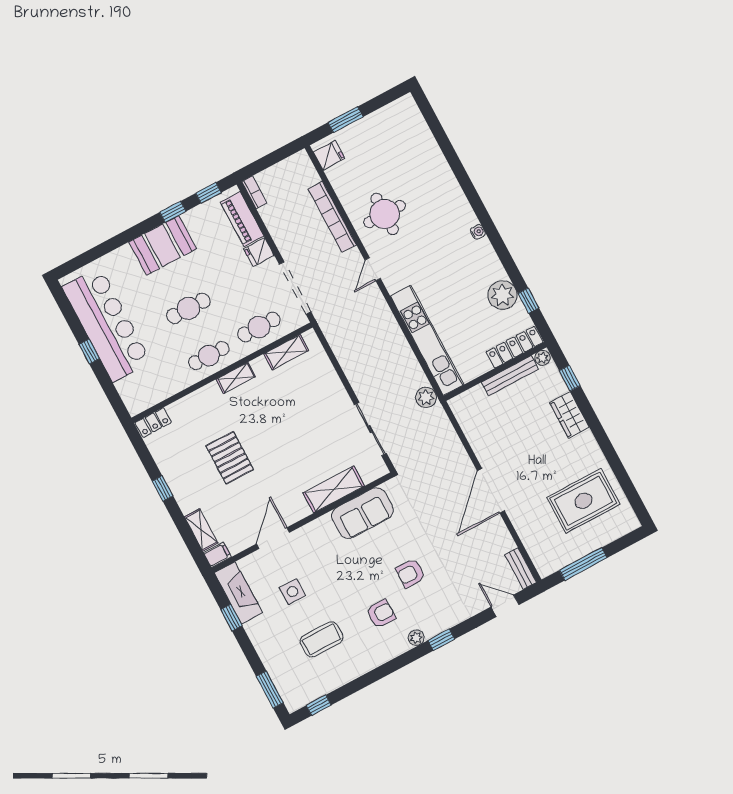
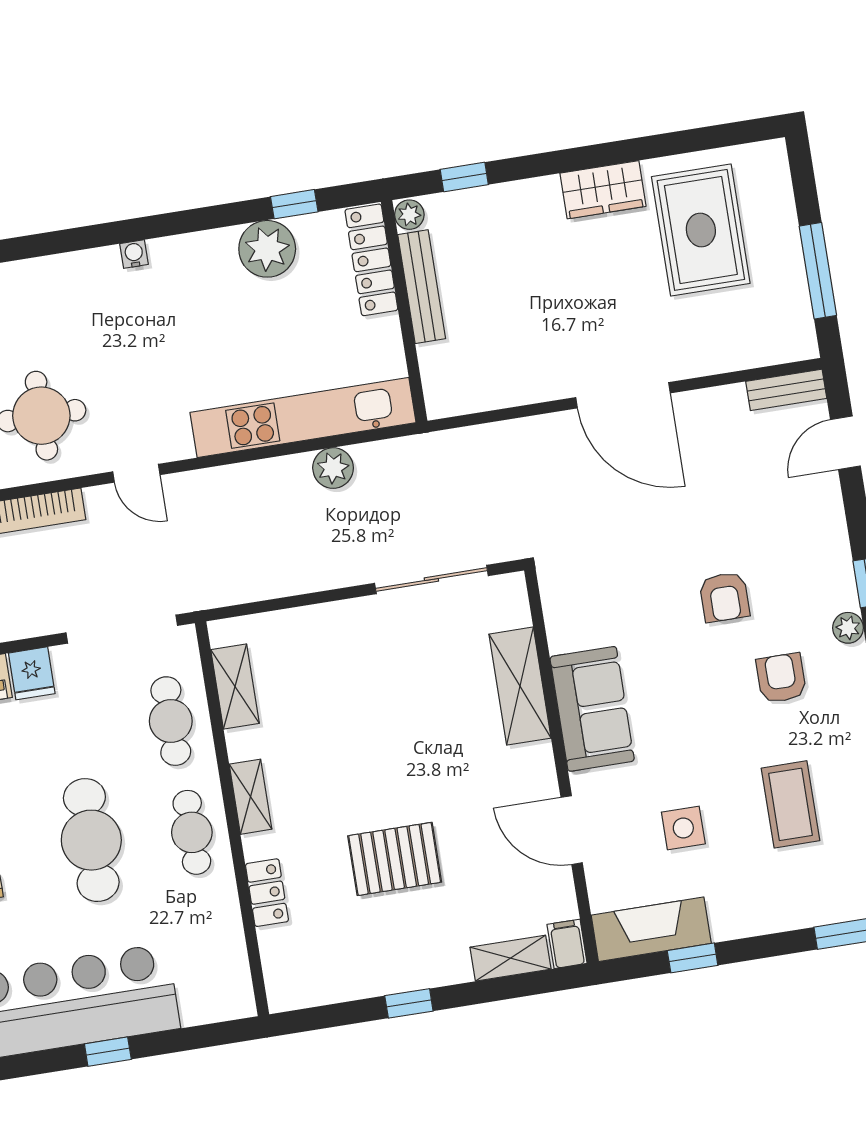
cafe table: (188, 308) -> (91, 840), width x1.37, depth x1.35
plant: (426, 397) -> (333, 468), moved
wardrobe: (569, 415) -> (603, 190), moved
locker: (153, 423) -> (267, 893), moved
sofa: (362, 513) -> (592, 709), moved

